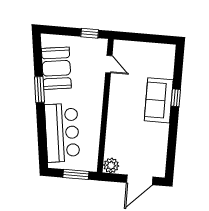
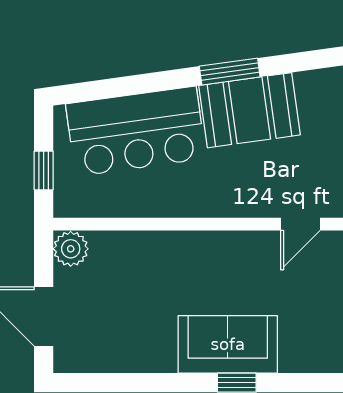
booth: (56, 68) -> (249, 110), moved
window: (76, 174) -> (44, 171), width x0.67

